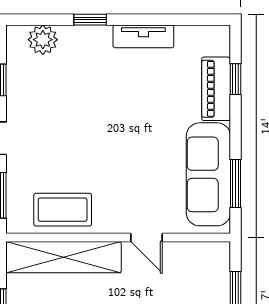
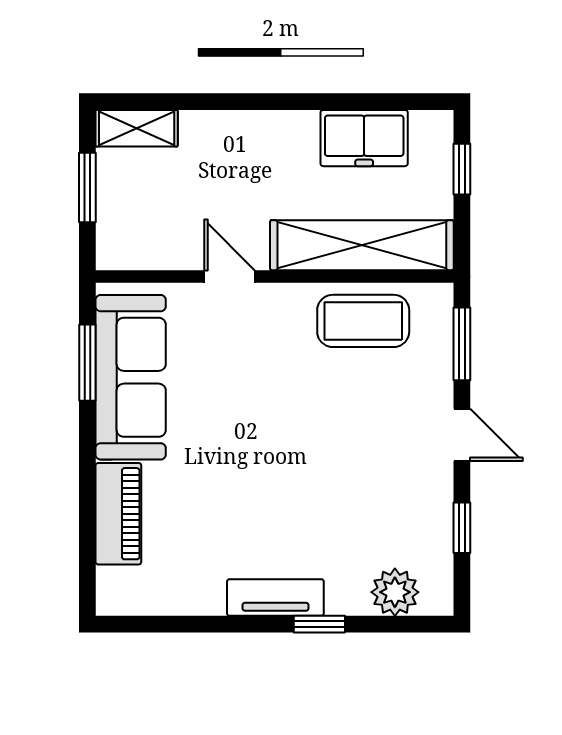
tv unit: (143, 36) -> (275, 598), moved
window: (235, 79) -> (87, 529), removed

